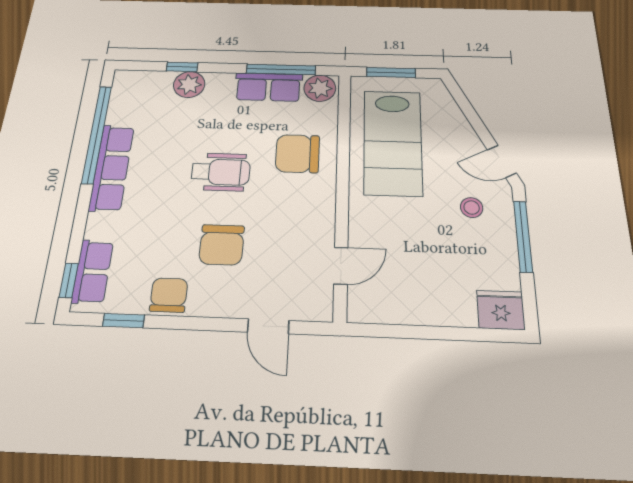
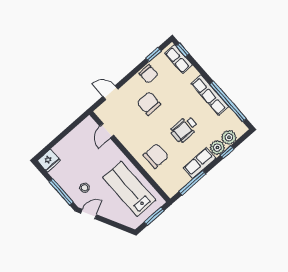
row of seats: (269, 87) -> (200, 163), moved
plant: (320, 88) -> (229, 137), moved
wheelchair: (221, 172) -> (184, 129), moved

